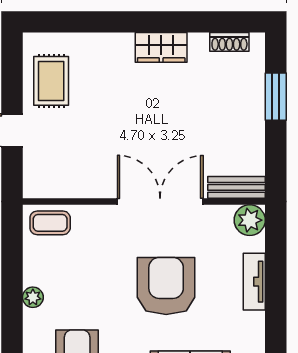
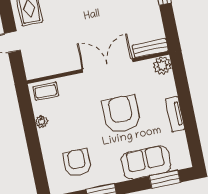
tv unit: (254, 282) -> (175, 114), moved
plant: (33, 297) -> (42, 122), moved

